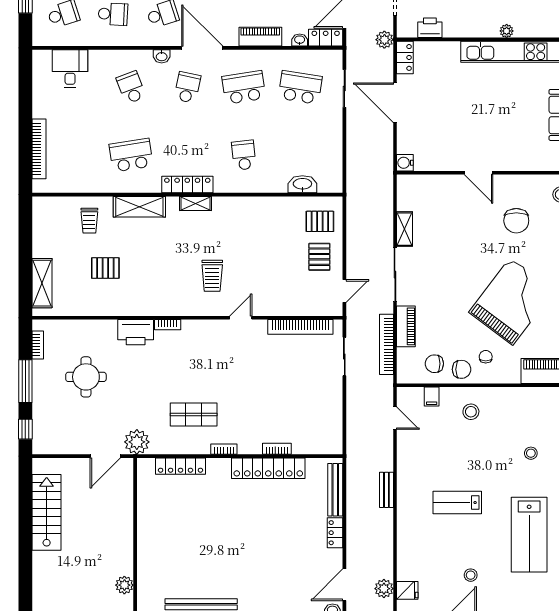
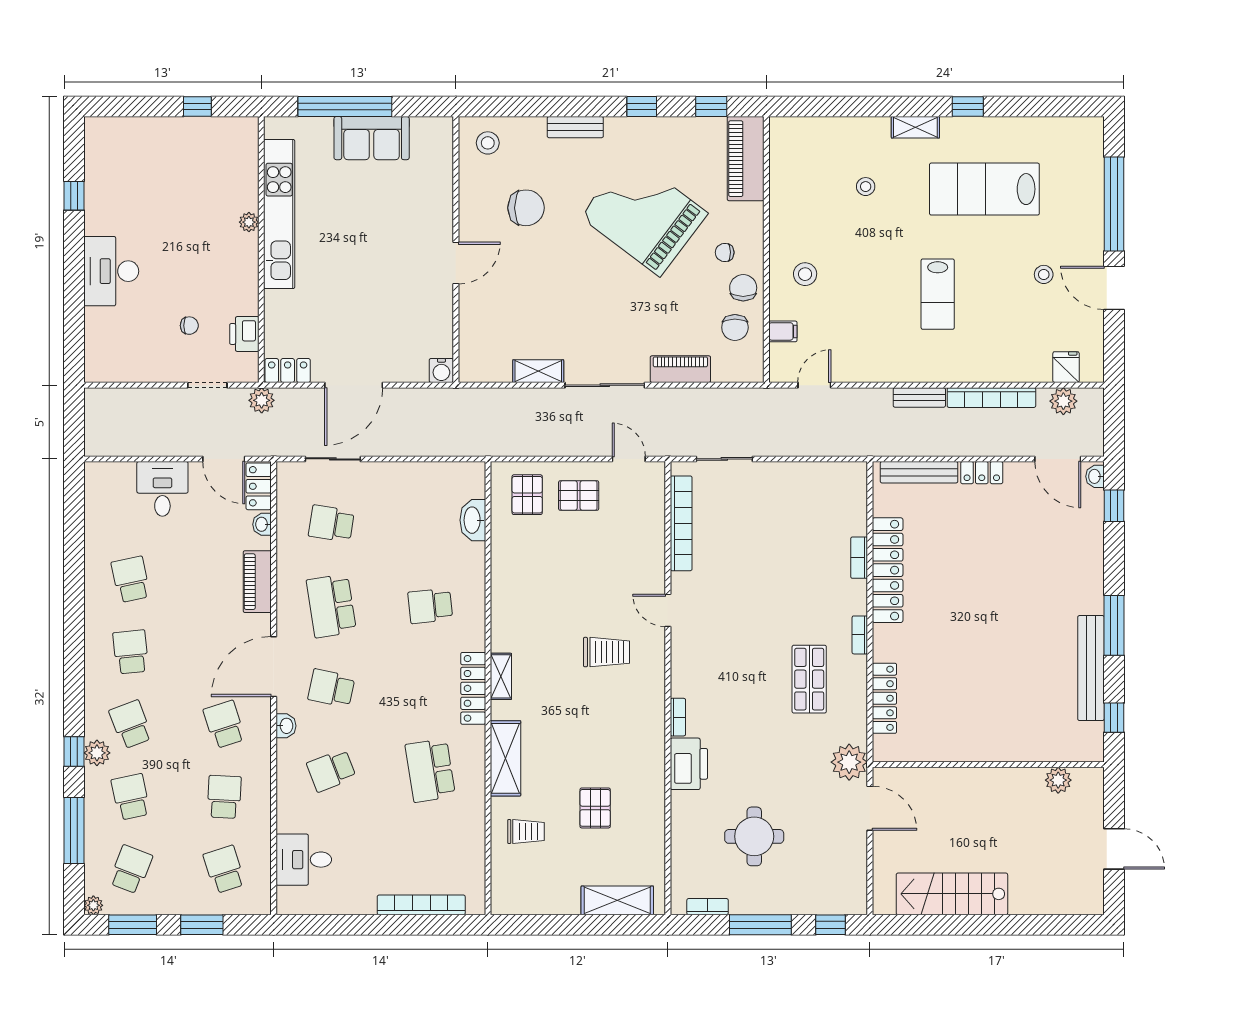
school desk: (300, 87) -> (331, 524), width x0.54
bookcase: (386, 344) -> (991, 398), moved
lab bench: (529, 535) -> (984, 189), turned 180

